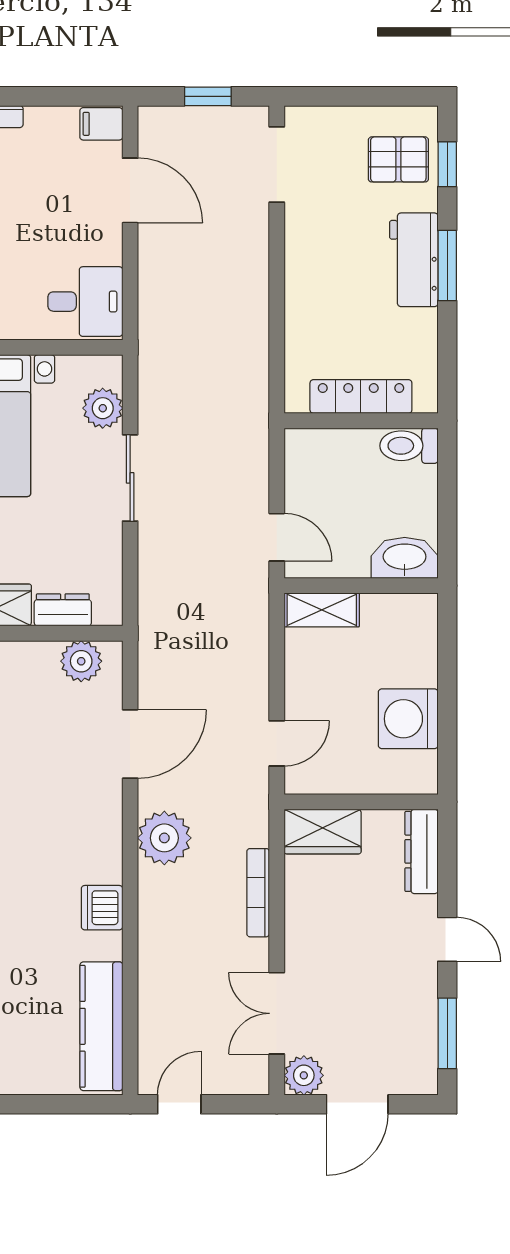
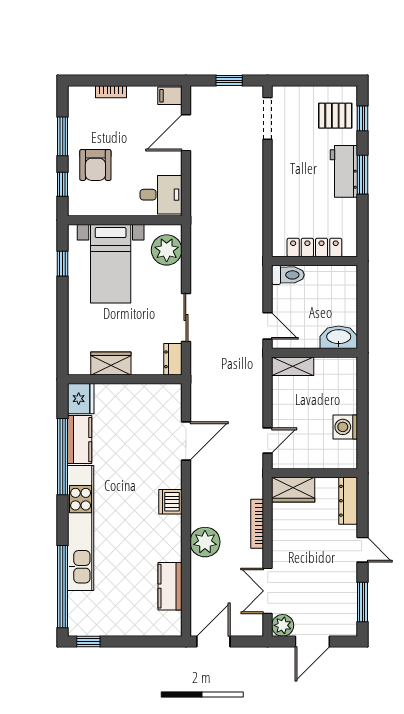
door: (130, 190) -> (186, 133), swing flipped
plant: (103, 408) -> (167, 250), width x1.36, depth x1.36
toilet: (409, 446) -> (288, 275), moved, turned 180
sliding door: (130, 478) -> (186, 317), moved
dresser: (63, 610) -> (173, 359), moved, turned -90
plant: (81, 661) -> (159, 395), removed
washing machine: (408, 719) -> (345, 427), width x0.73, depth x0.73
plant: (164, 838) -> (205, 542), moved
dishwasher: (102, 908) -> (170, 502), moved
kitchen counter: (101, 1026) -> (170, 586), width x0.67
door: (179, 1104) -> (213, 641), width x1.38

